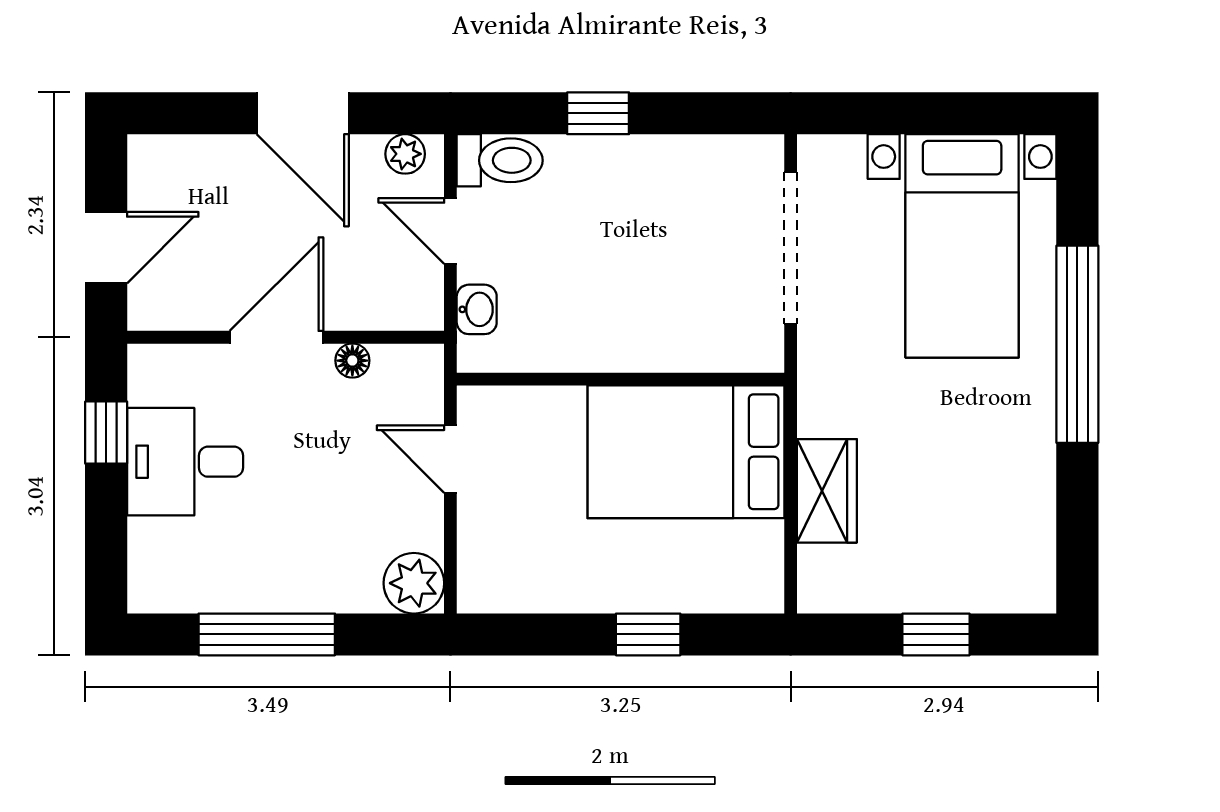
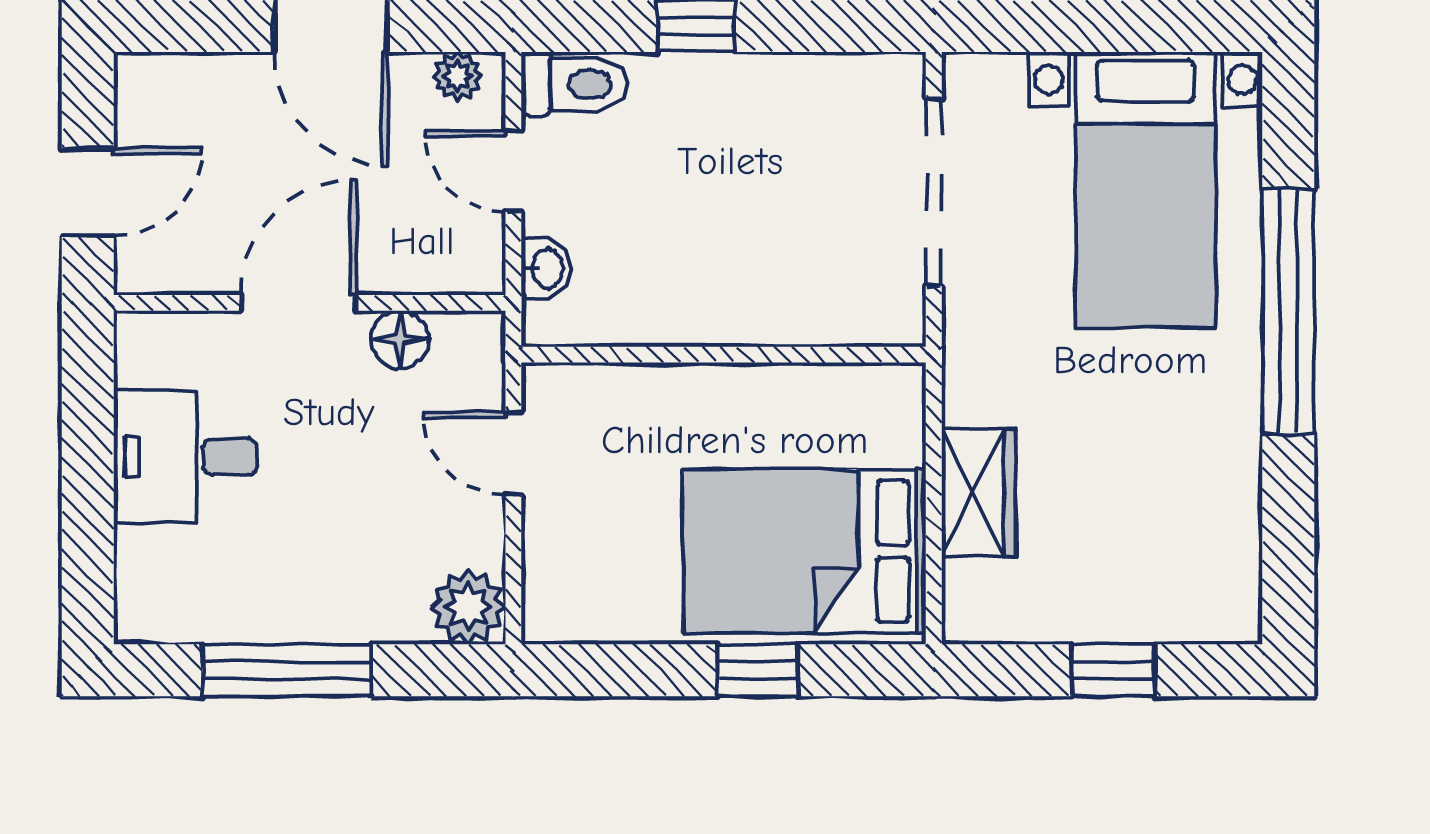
floor lamp: (352, 361) -> (400, 339), width x1.37, depth x1.37
window: (106, 433) -> (88, 421), removed
bed: (686, 452) -> (804, 551), moved

